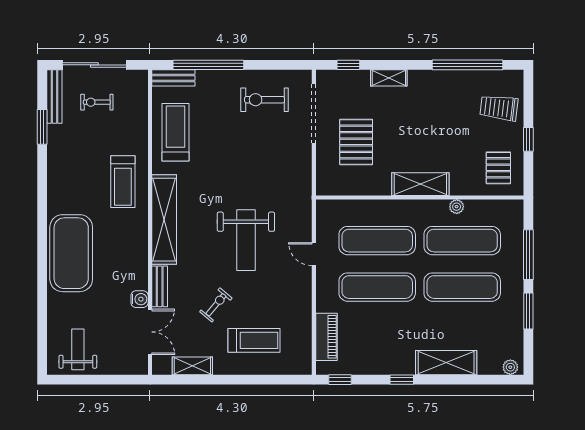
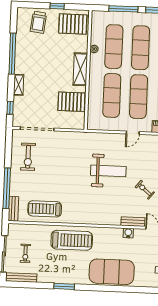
window: (468, 65) -> (12, 54), moved
window: (42, 127) -> (64, 286), moved
pallet: (356, 142) -> (71, 102), moved
pallet: (498, 168) -> (73, 24), width x1.50, depth x1.42
treadmill: (123, 182) -> (72, 240), width x1.37, depth x1.38
shelving: (164, 220) -> (95, 218), removed
door: (314, 254) -> (133, 133), moved
water cooler: (140, 299) -> (128, 233), moved

